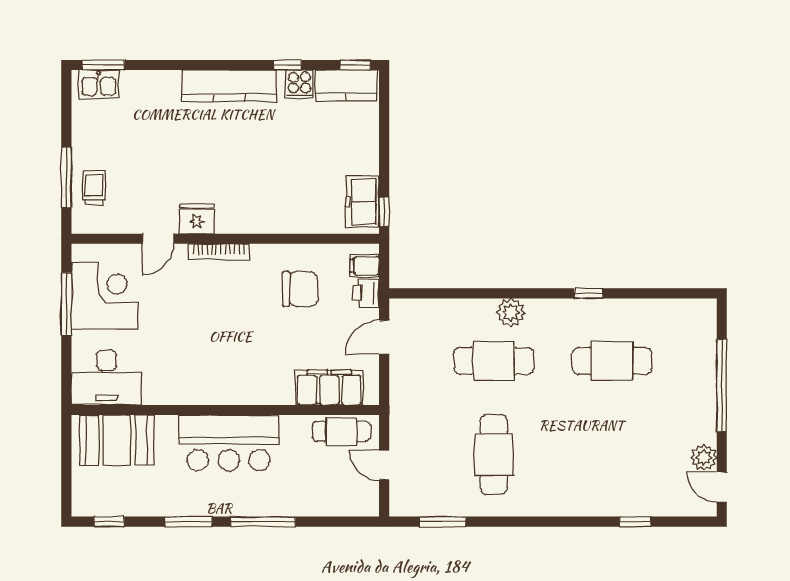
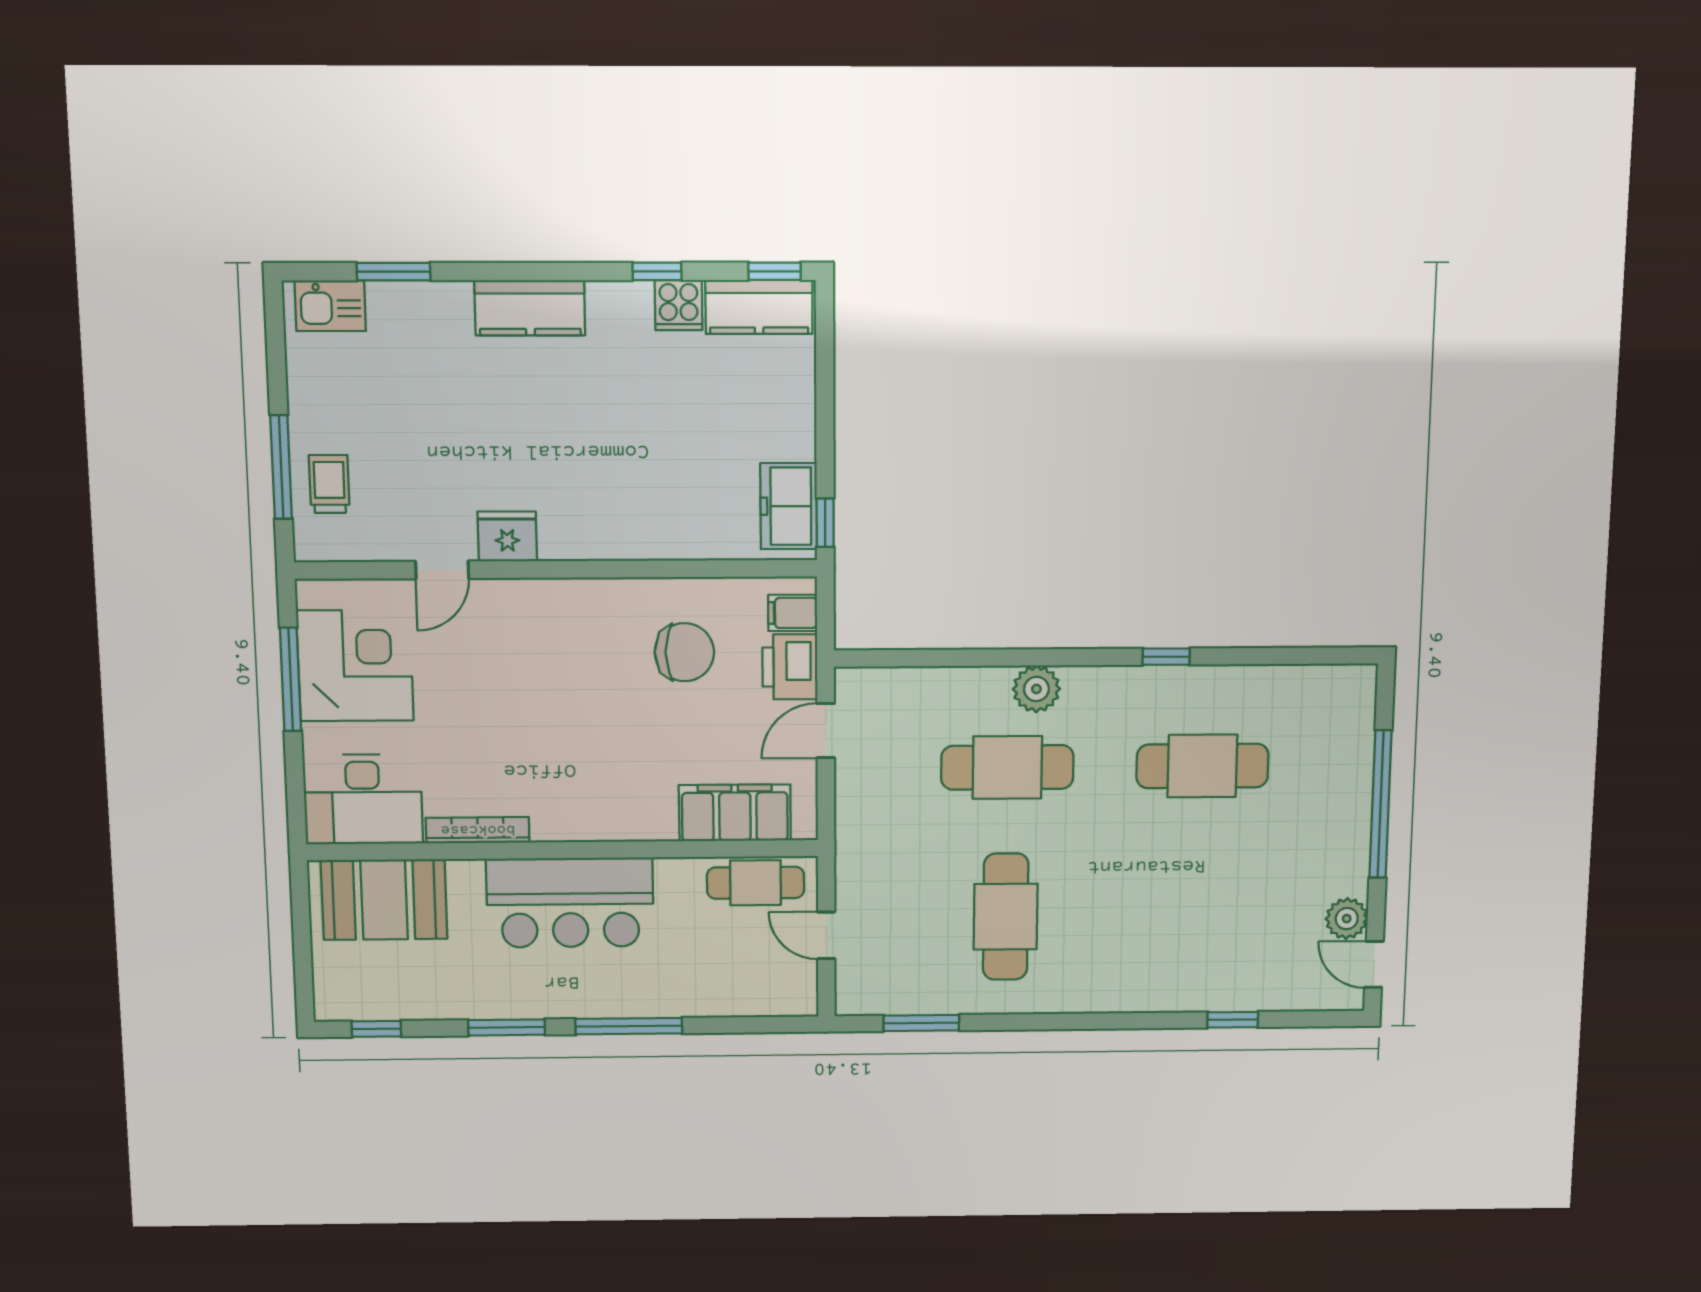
window: (103, 65) -> (394, 272), moved
kitchen counter: (229, 86) -> (530, 308), width x0.67
bookcase: (219, 252) -> (478, 830), moved, turned 180
printer: (366, 293) -> (790, 667), width x1.36, depth x1.24

